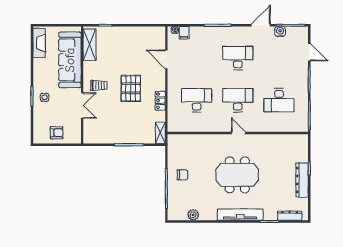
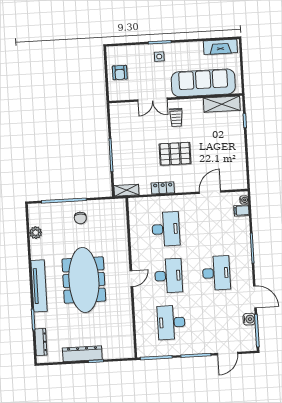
meeting table: (237, 175) -> (84, 280), width x1.36

